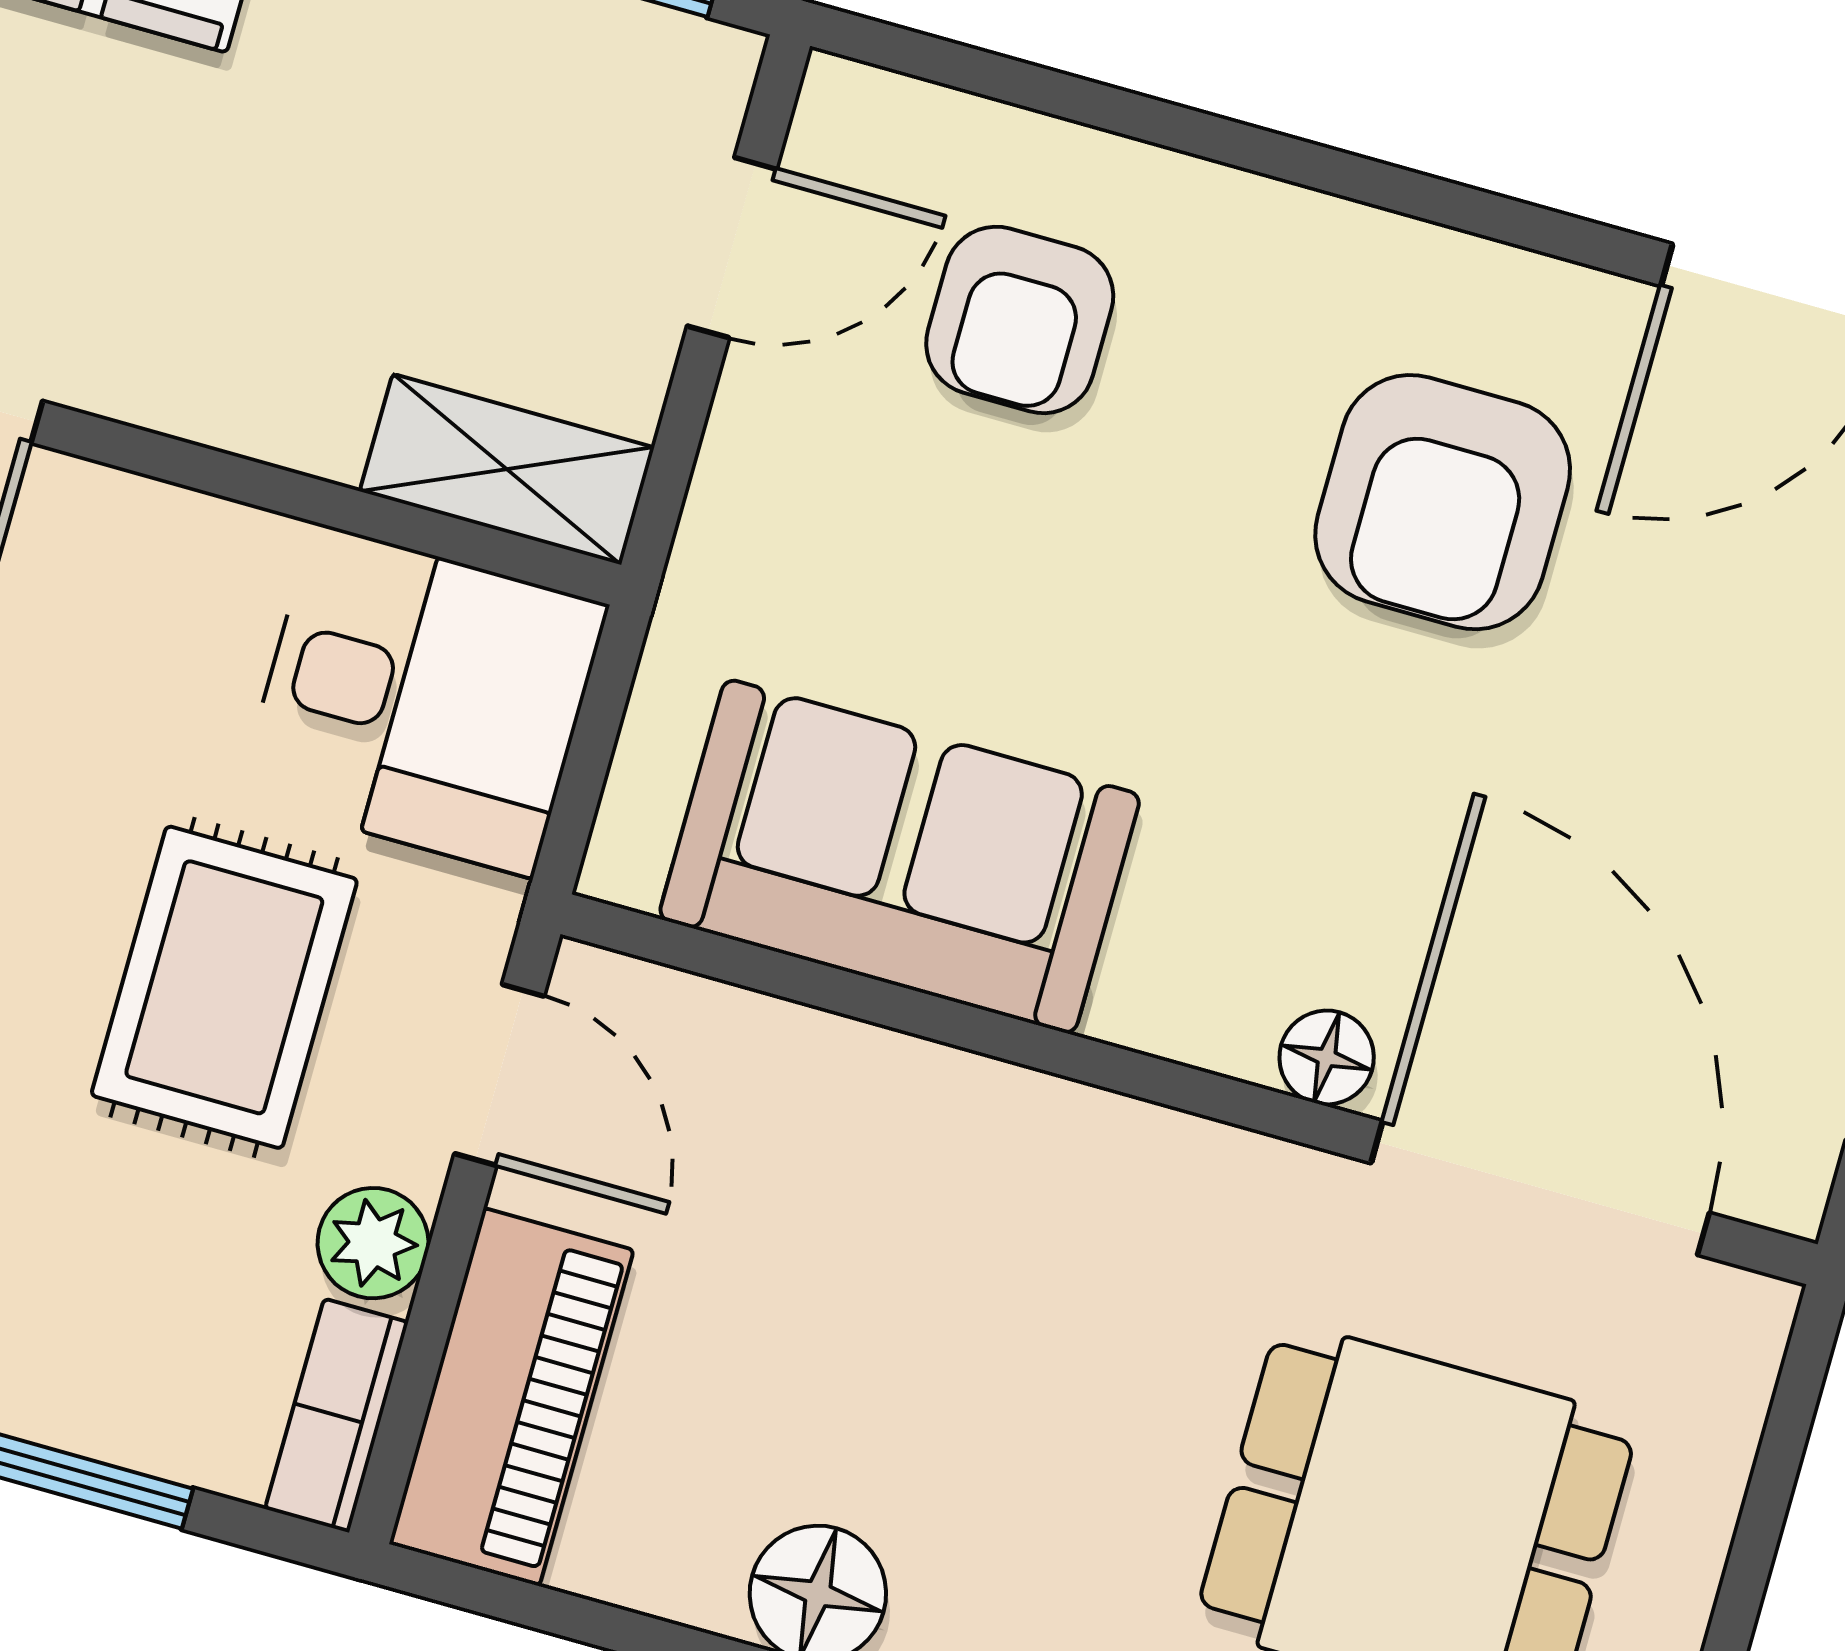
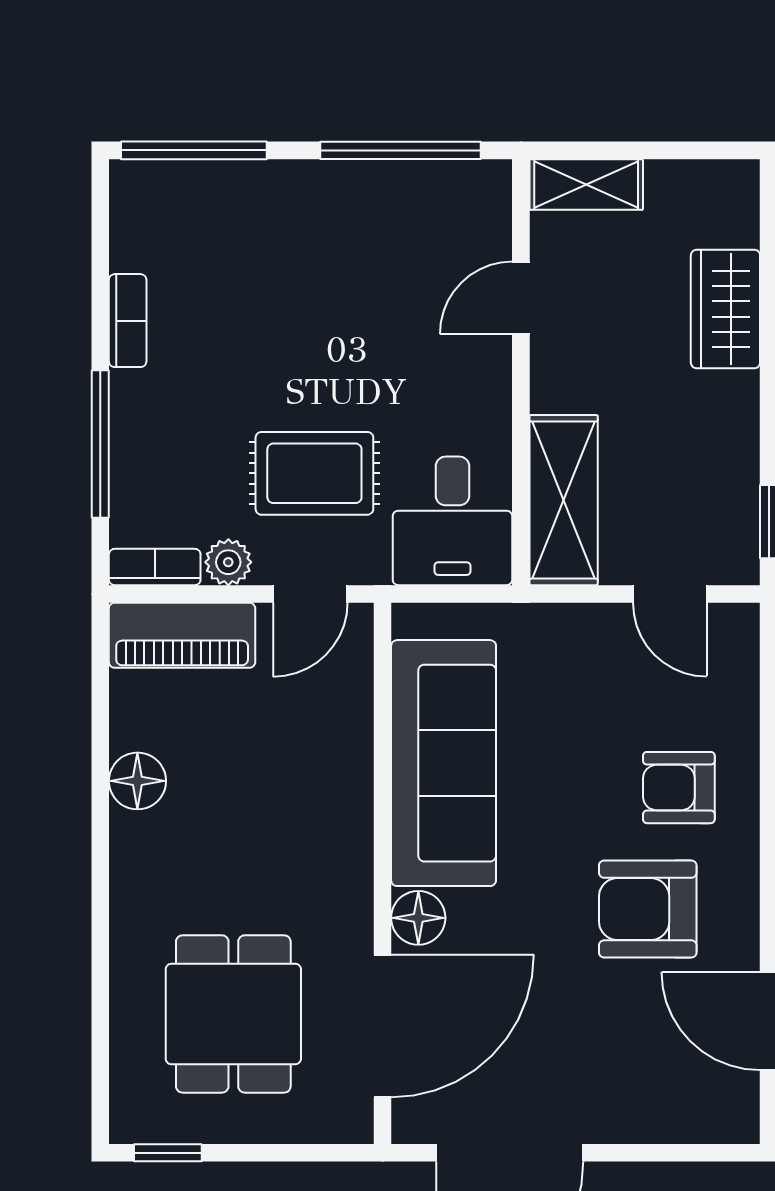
armchair: (1020, 320) -> (679, 788), moved
shelving: (507, 469) -> (564, 500), width x1.50, depth x1.33
sofa: (900, 857) -> (444, 763), width x1.36
floor lamp: (1327, 1058) -> (418, 918), width x1.37, depth x1.37

